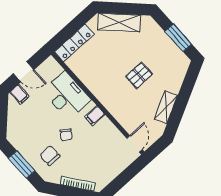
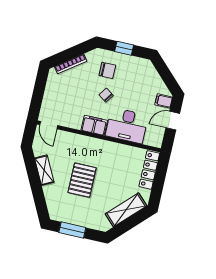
pallet: (139, 75) -> (82, 180), width x1.50, depth x1.42
filing cabinet: (95, 116) -> (94, 125), width x2.00
window: (22, 164) -> (124, 48), width x0.67

